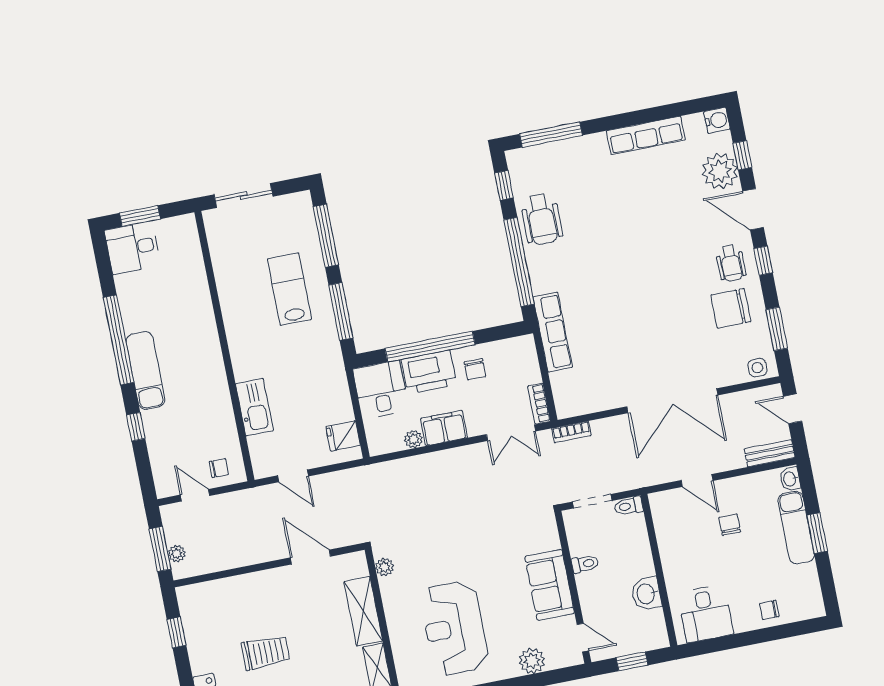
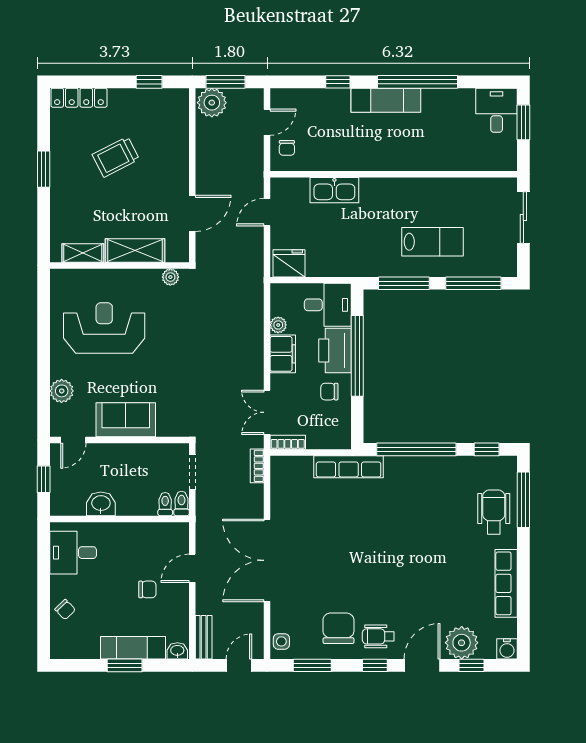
wheelchair: (542, 219) -> (494, 512), moved, turned 90
fridge: (343, 436) -> (289, 263), width x1.38
plant: (177, 554) -> (212, 103), width x1.88, depth x1.88
toilet: (585, 564) -> (165, 504), moved, turned 180
chair: (769, 610) -> (65, 610), turned 136
trolley: (265, 652) -> (116, 157), turned 63

